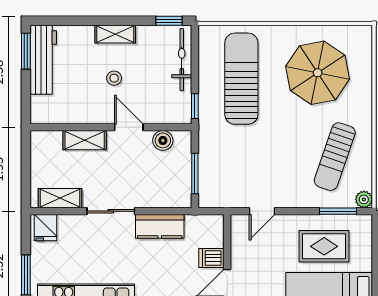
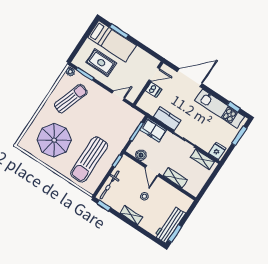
freezer: (170, 194) -> (153, 130), added

